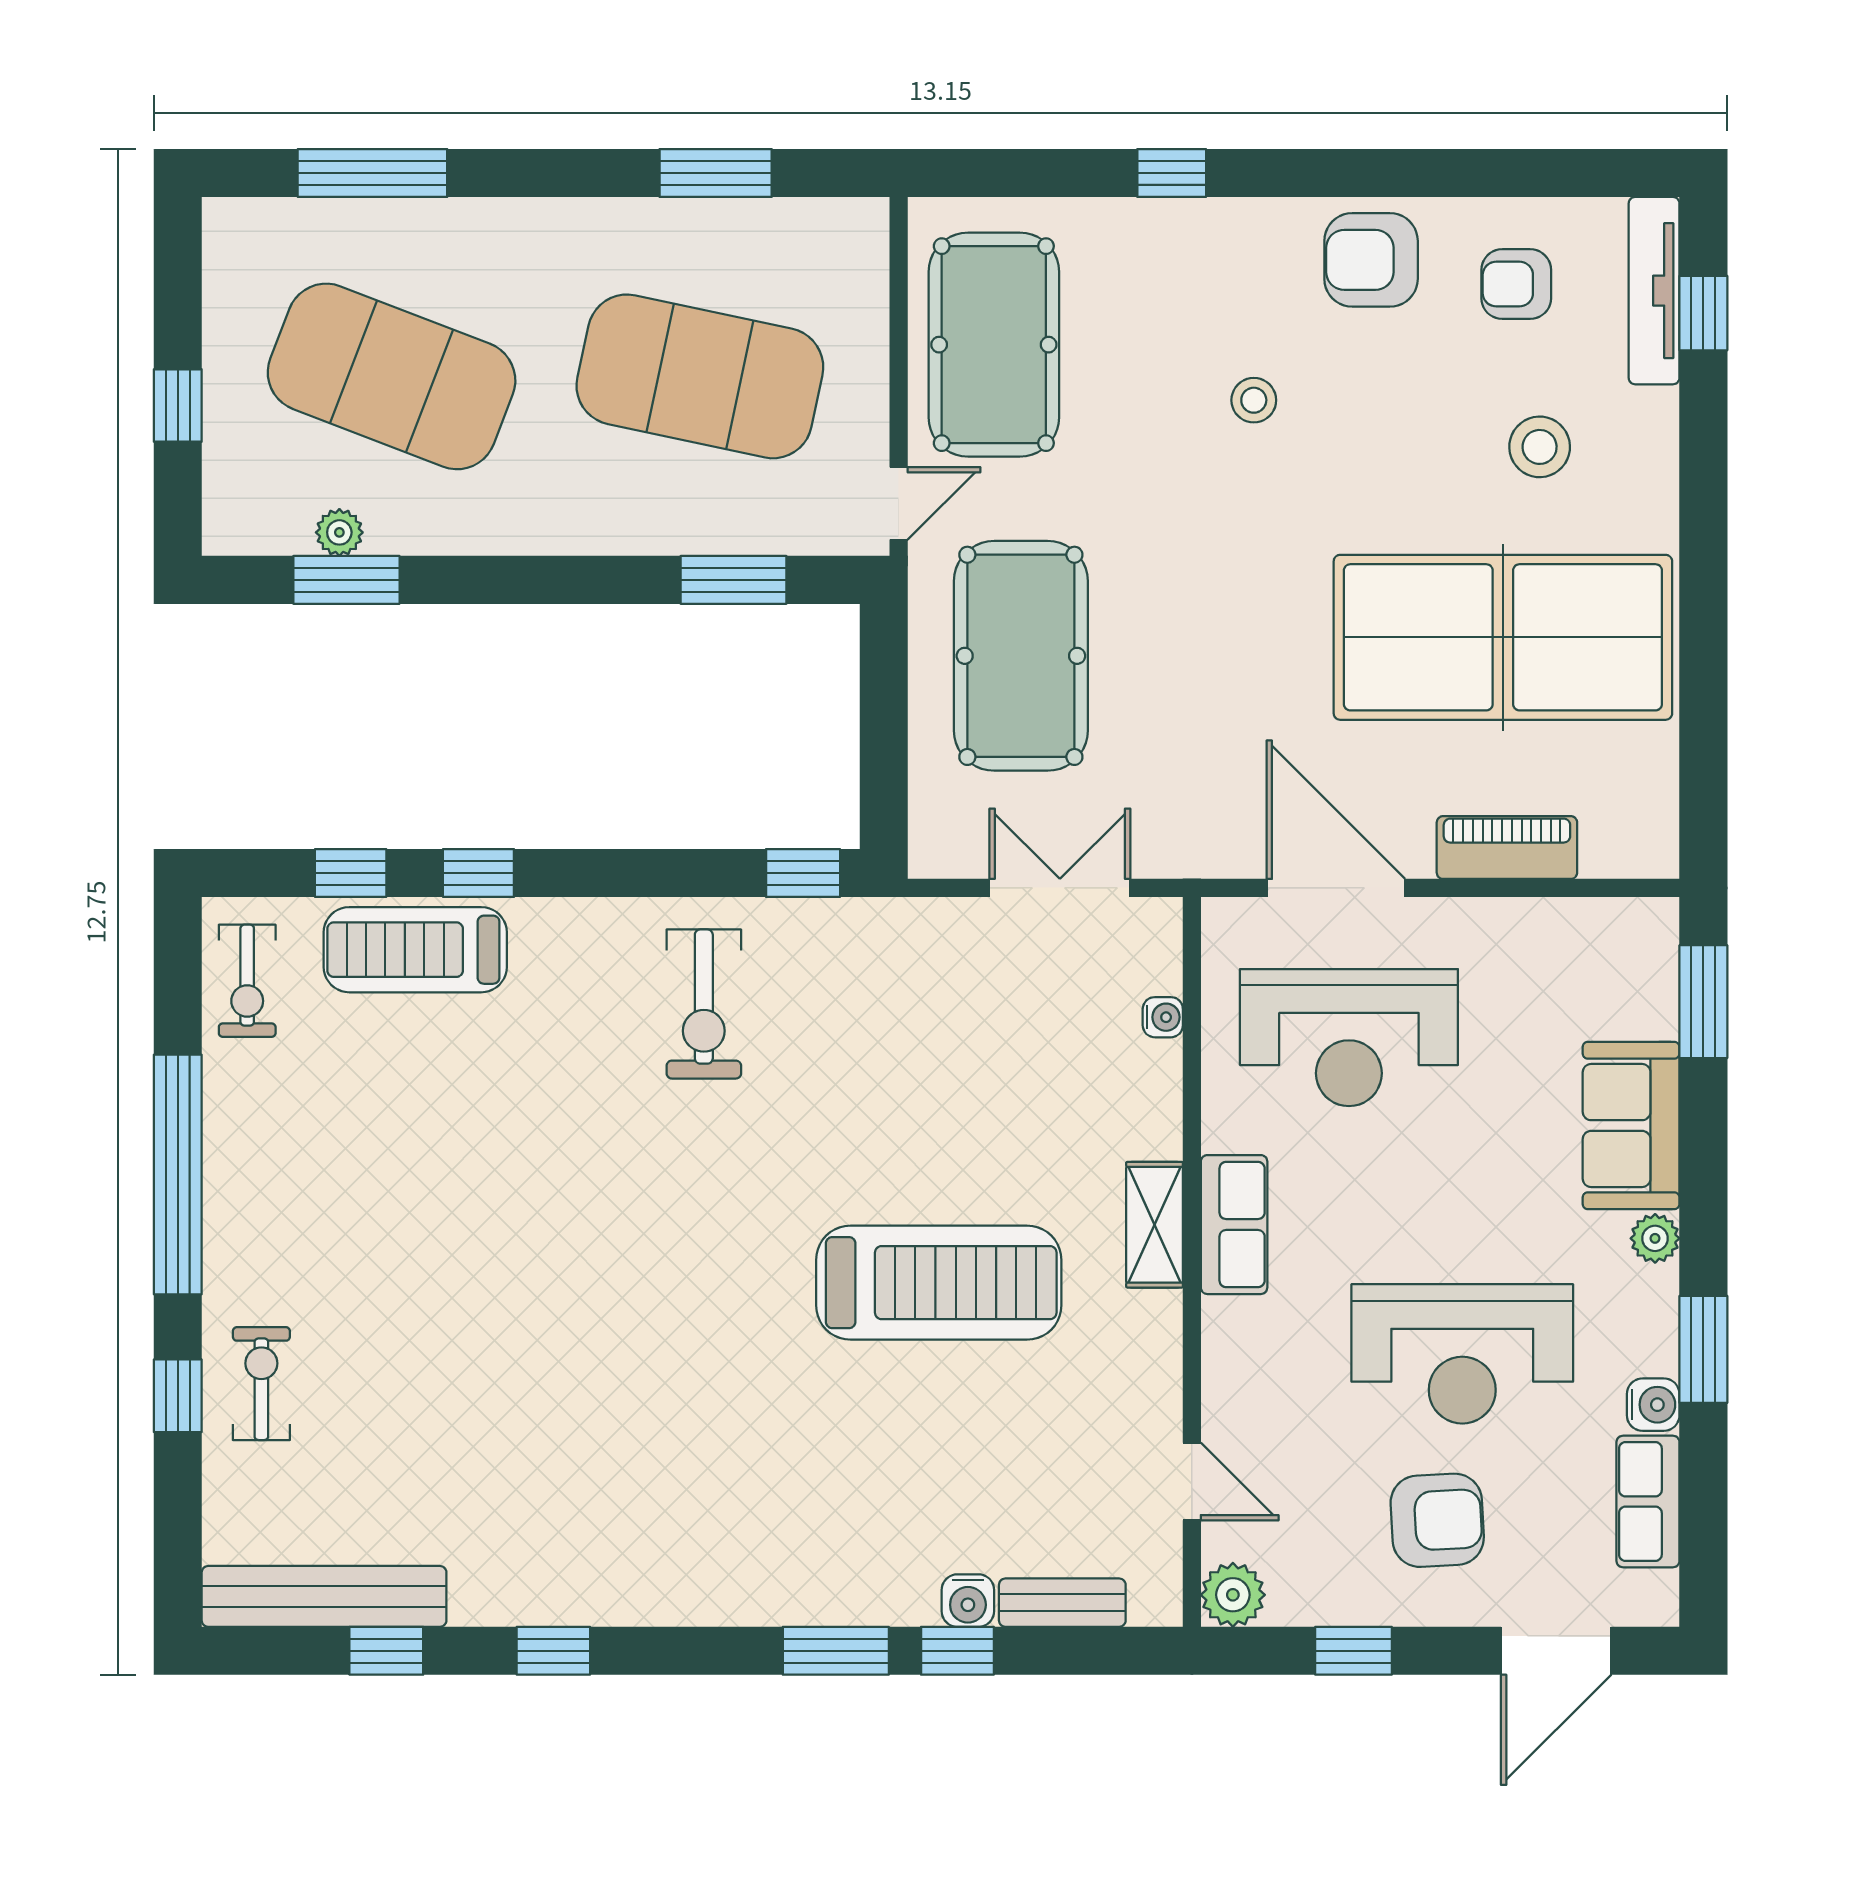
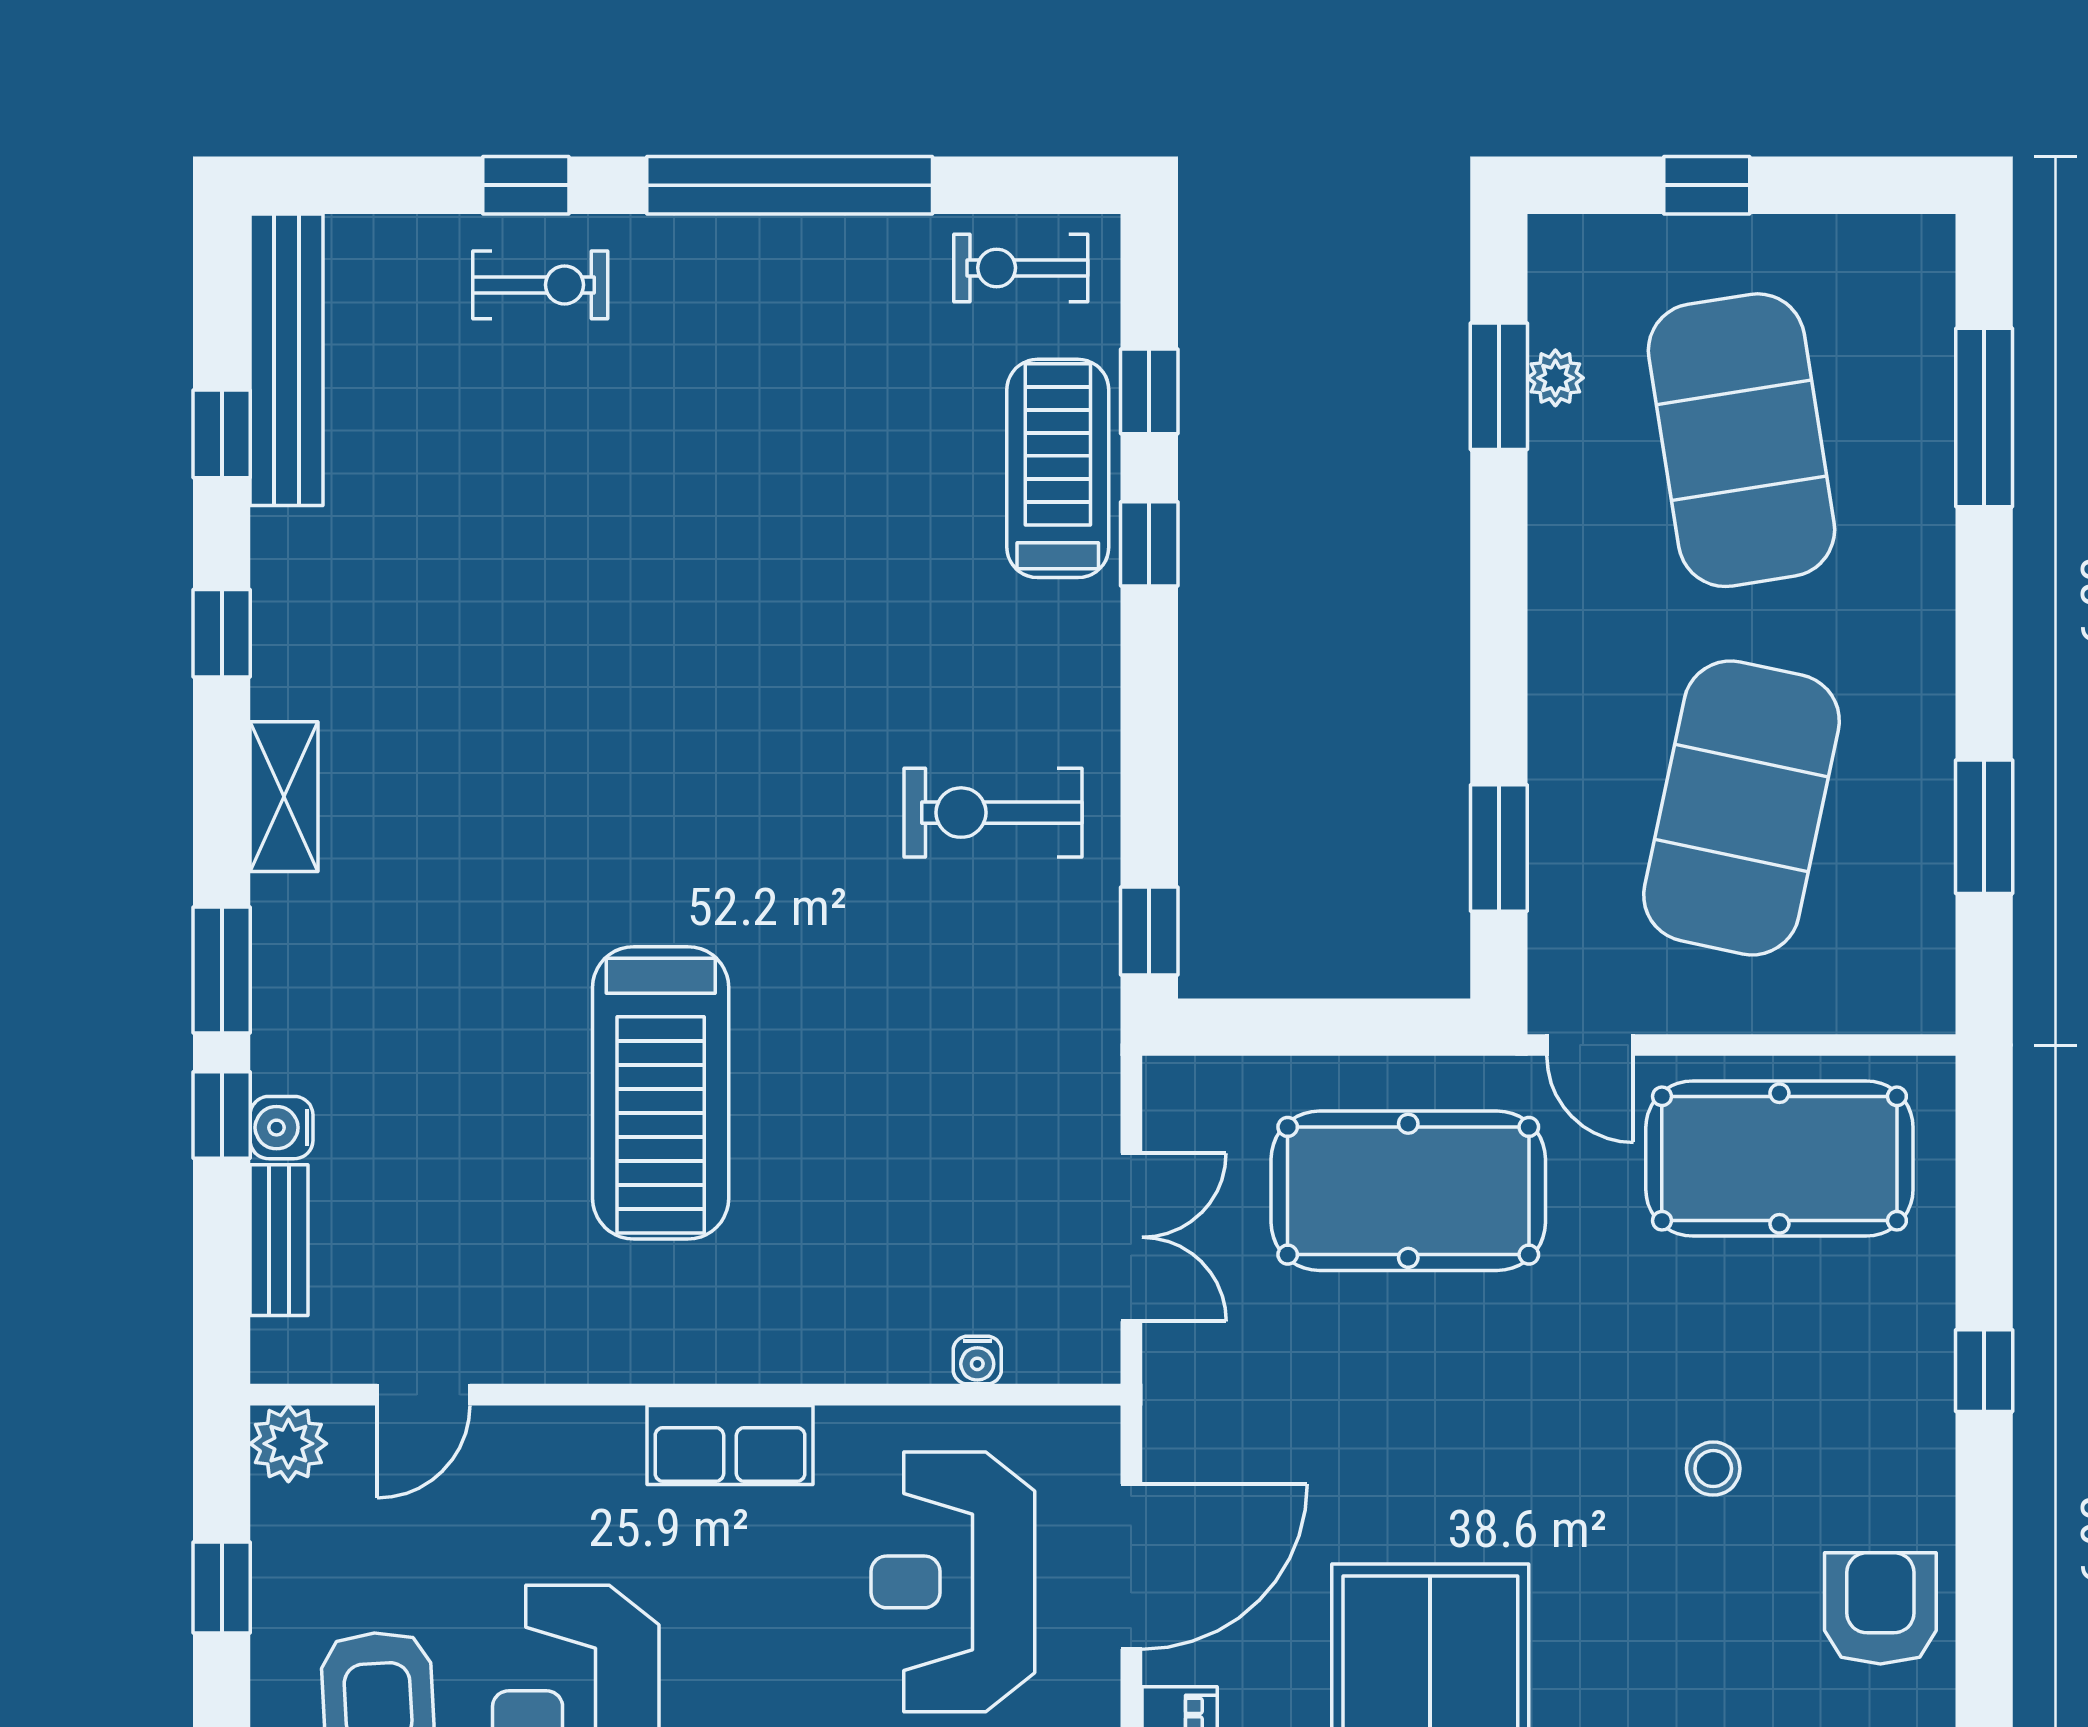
exercise mat: (392, 376) -> (1741, 440), turned -30
shelving: (1155, 1225) -> (284, 797), moved, turned 90

